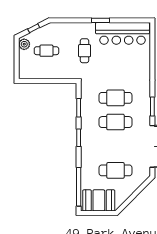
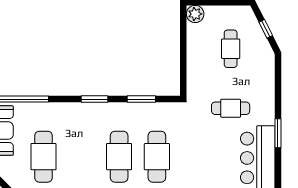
plant: (24, 44) -> (195, 14), moved

